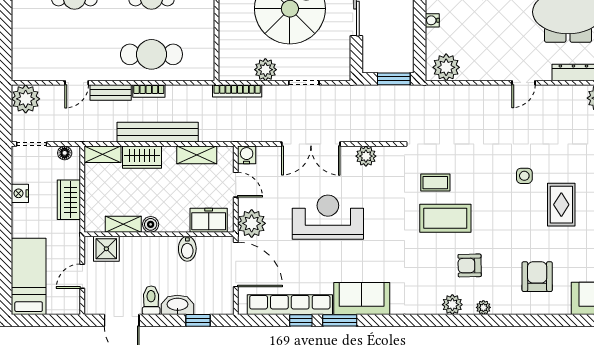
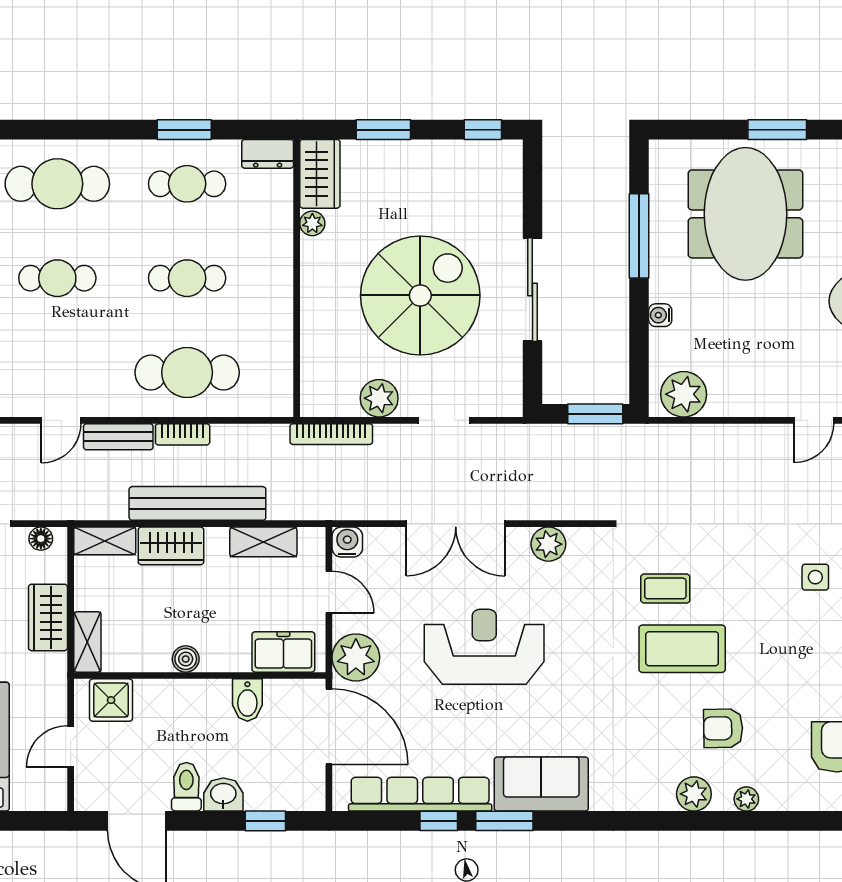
shelving: (123, 224) -> (87, 642), moved, turned 90
washbasin: (177, 305) -> (223, 795), width x0.72

